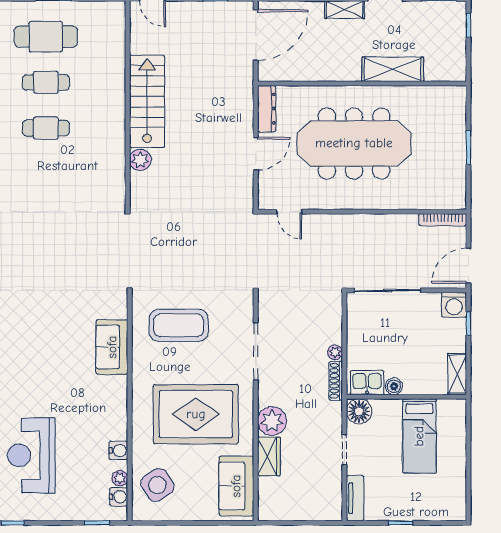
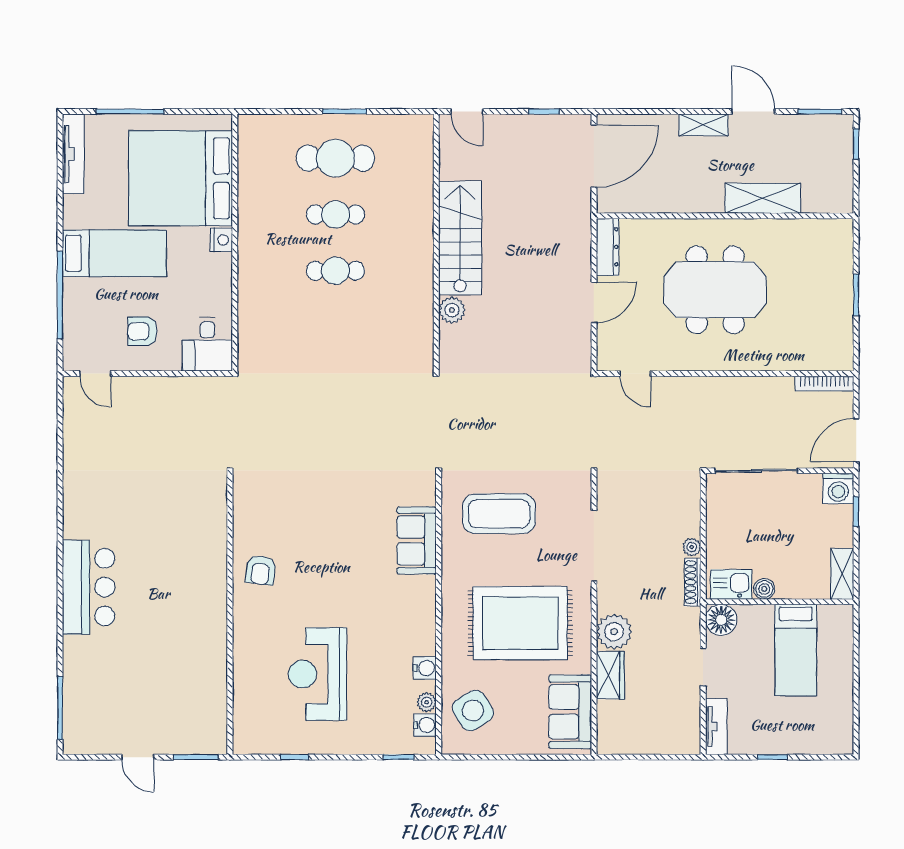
meeting table: (354, 143) -> (715, 290), width x0.73

